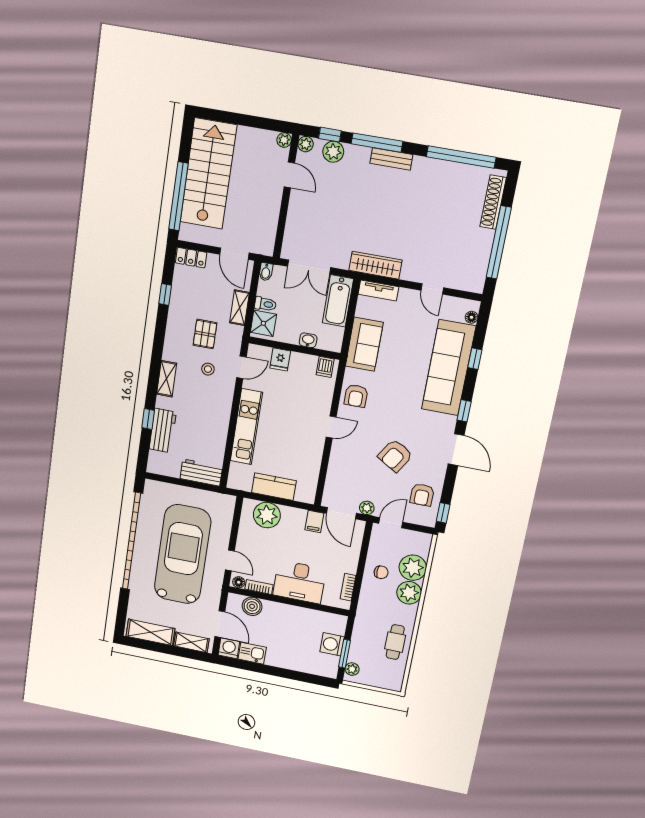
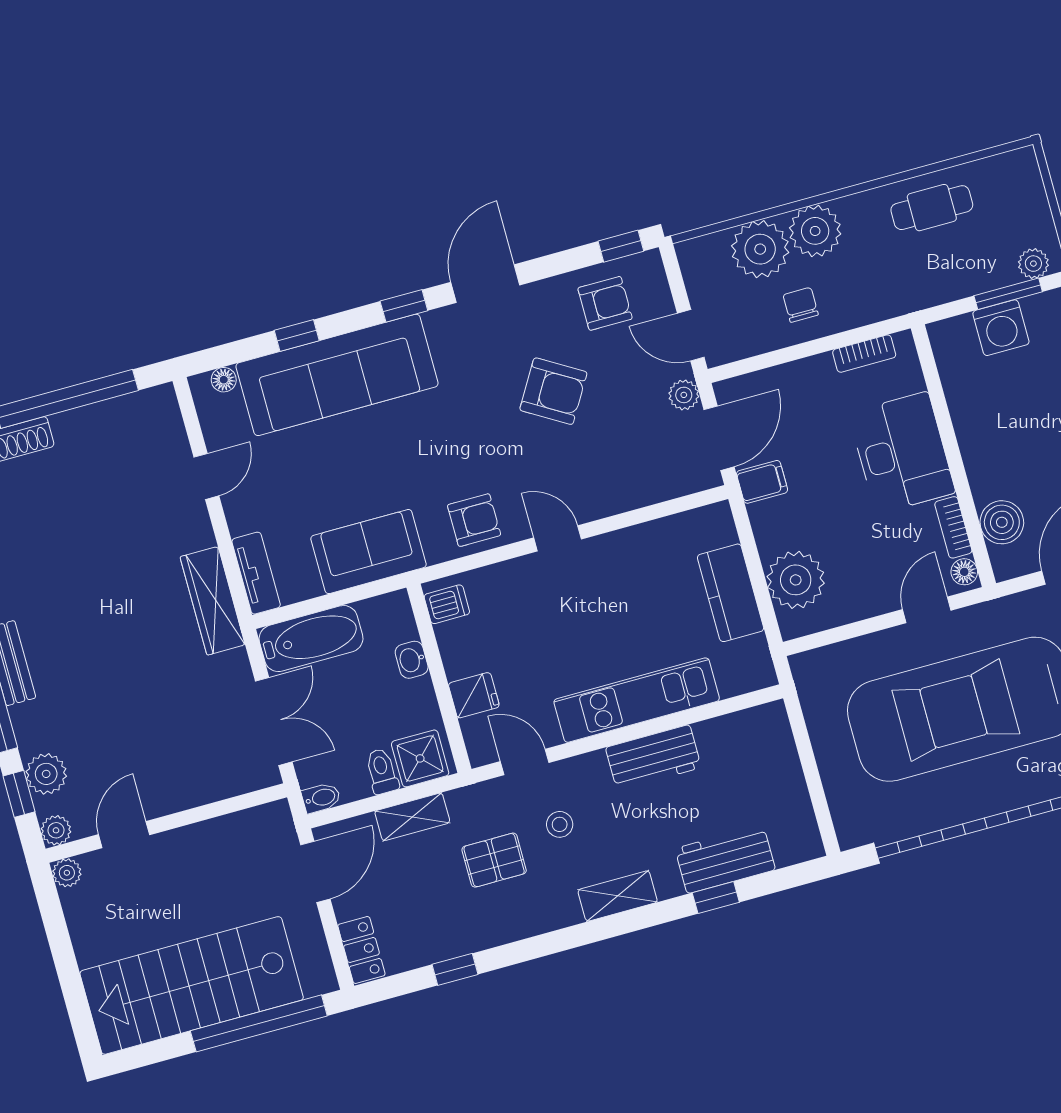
workbench: (201, 473) -> (653, 758), moved, turned -90

